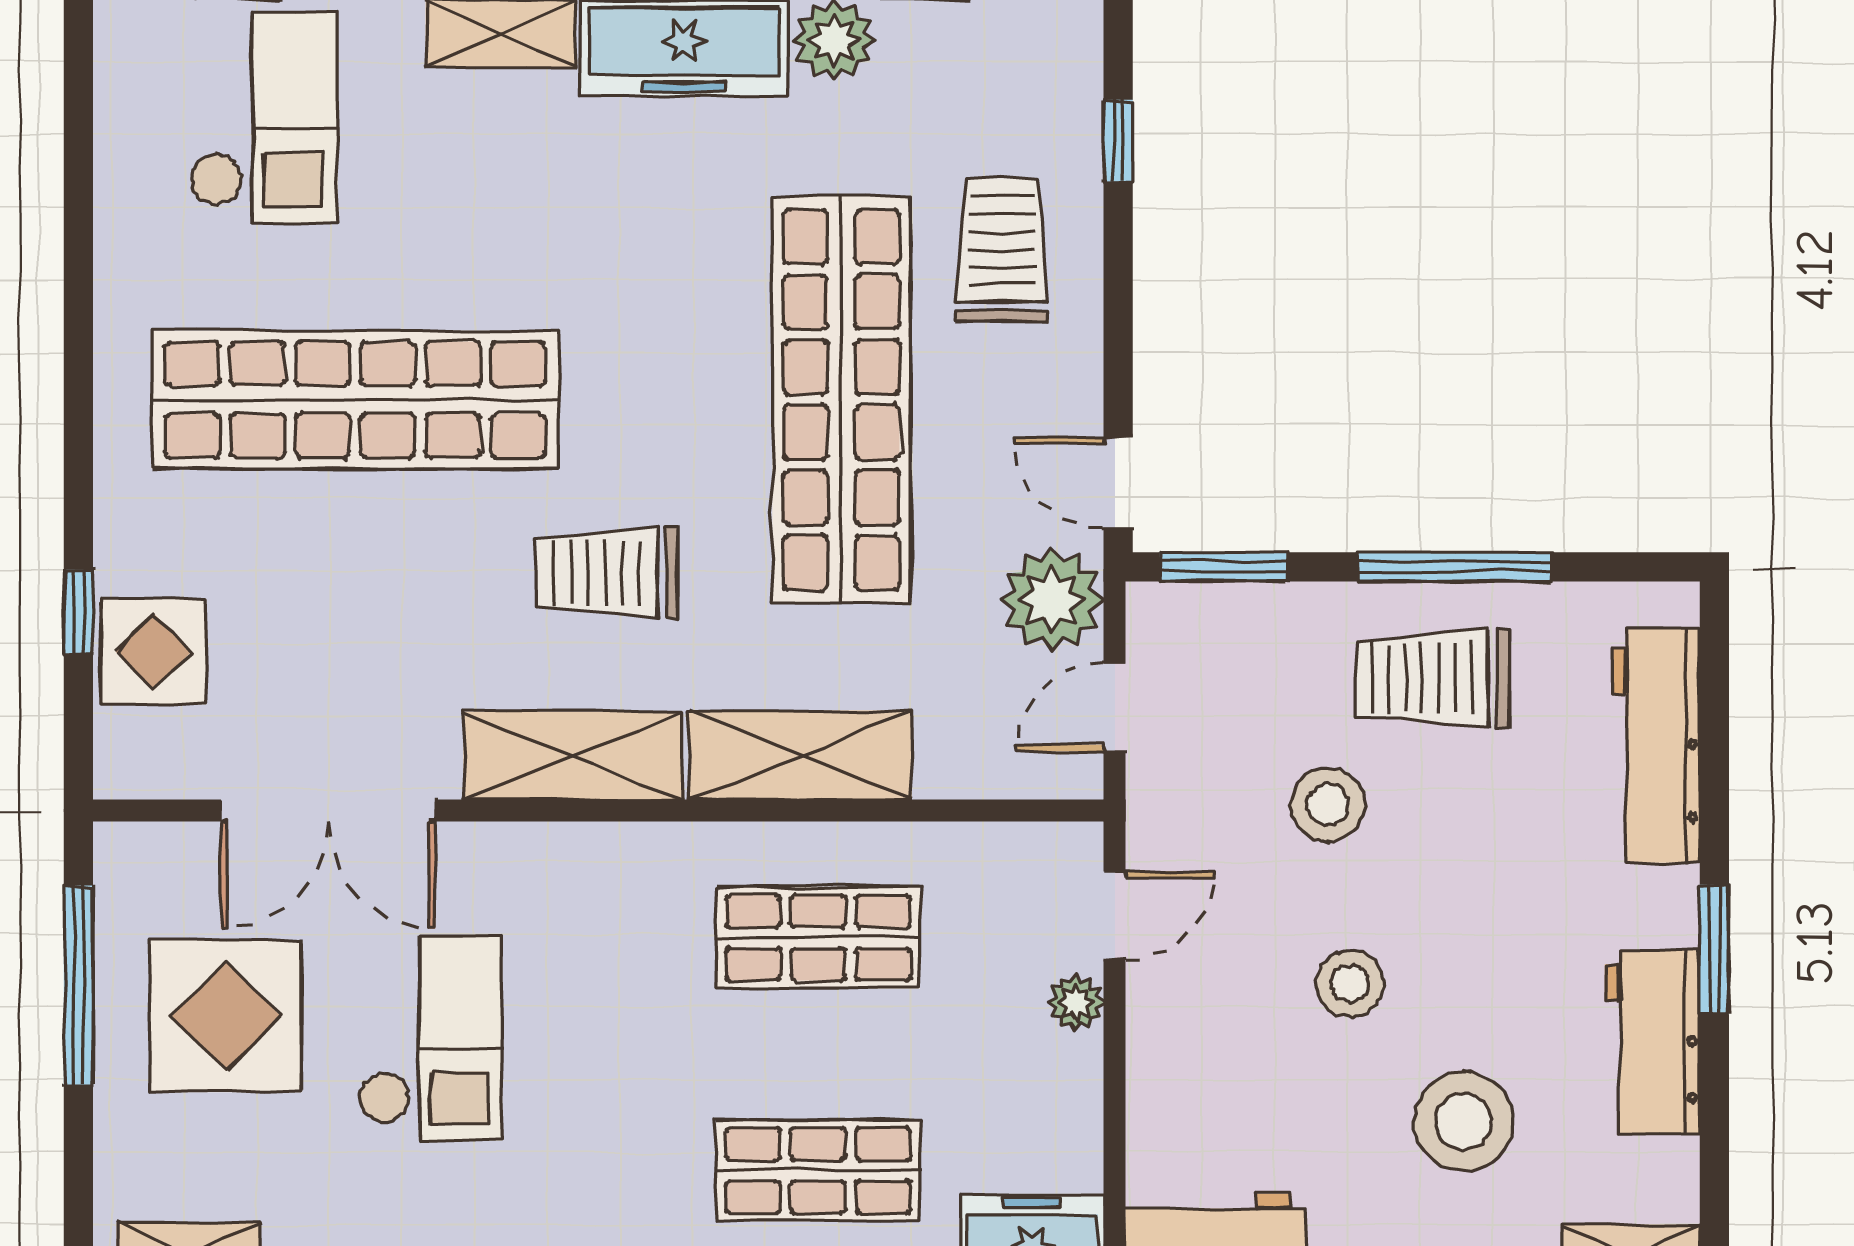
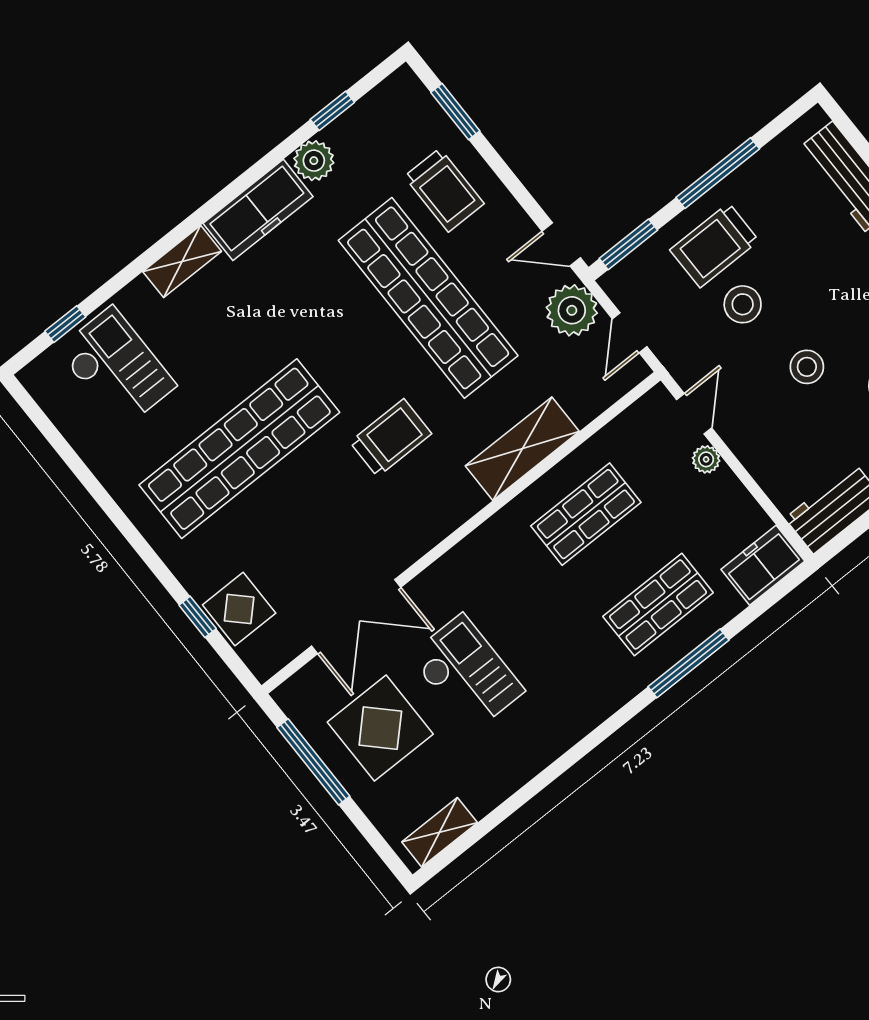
window: (1118, 141) -> (455, 112), width x1.50
trolley: (1002, 250) -> (444, 190), turned 180
trolley: (607, 573) -> (391, 438), turned 180
trolley: (1433, 678) -> (714, 245), moved
shelving: (573, 756) -> (434, 519), removed

